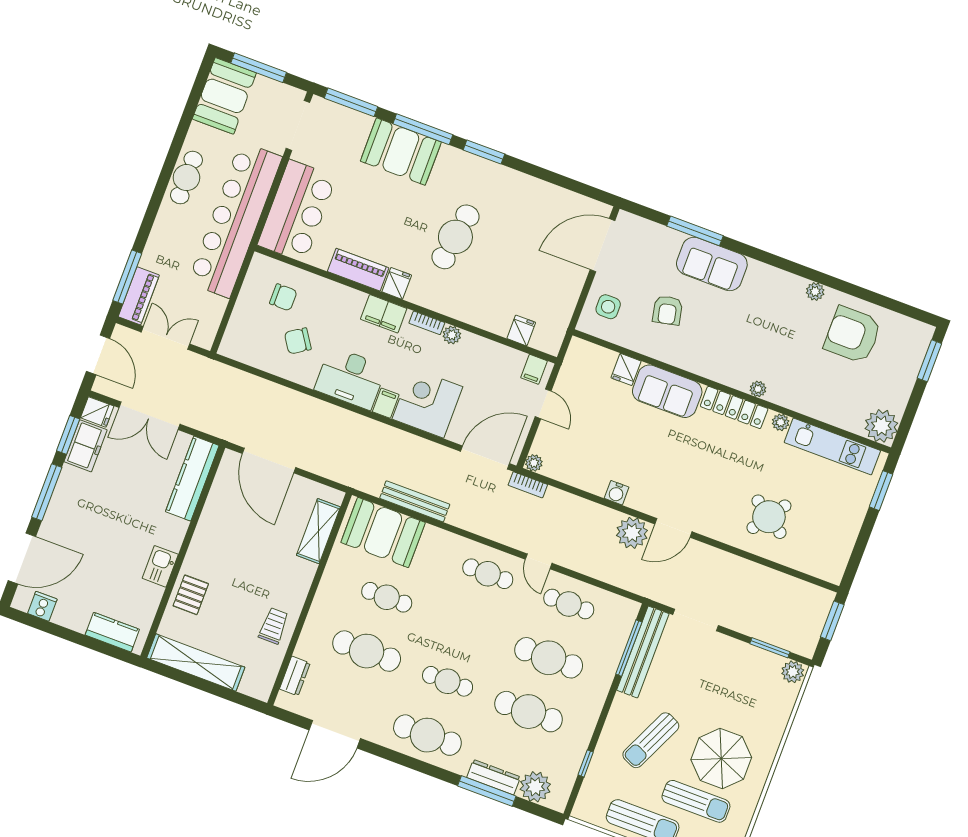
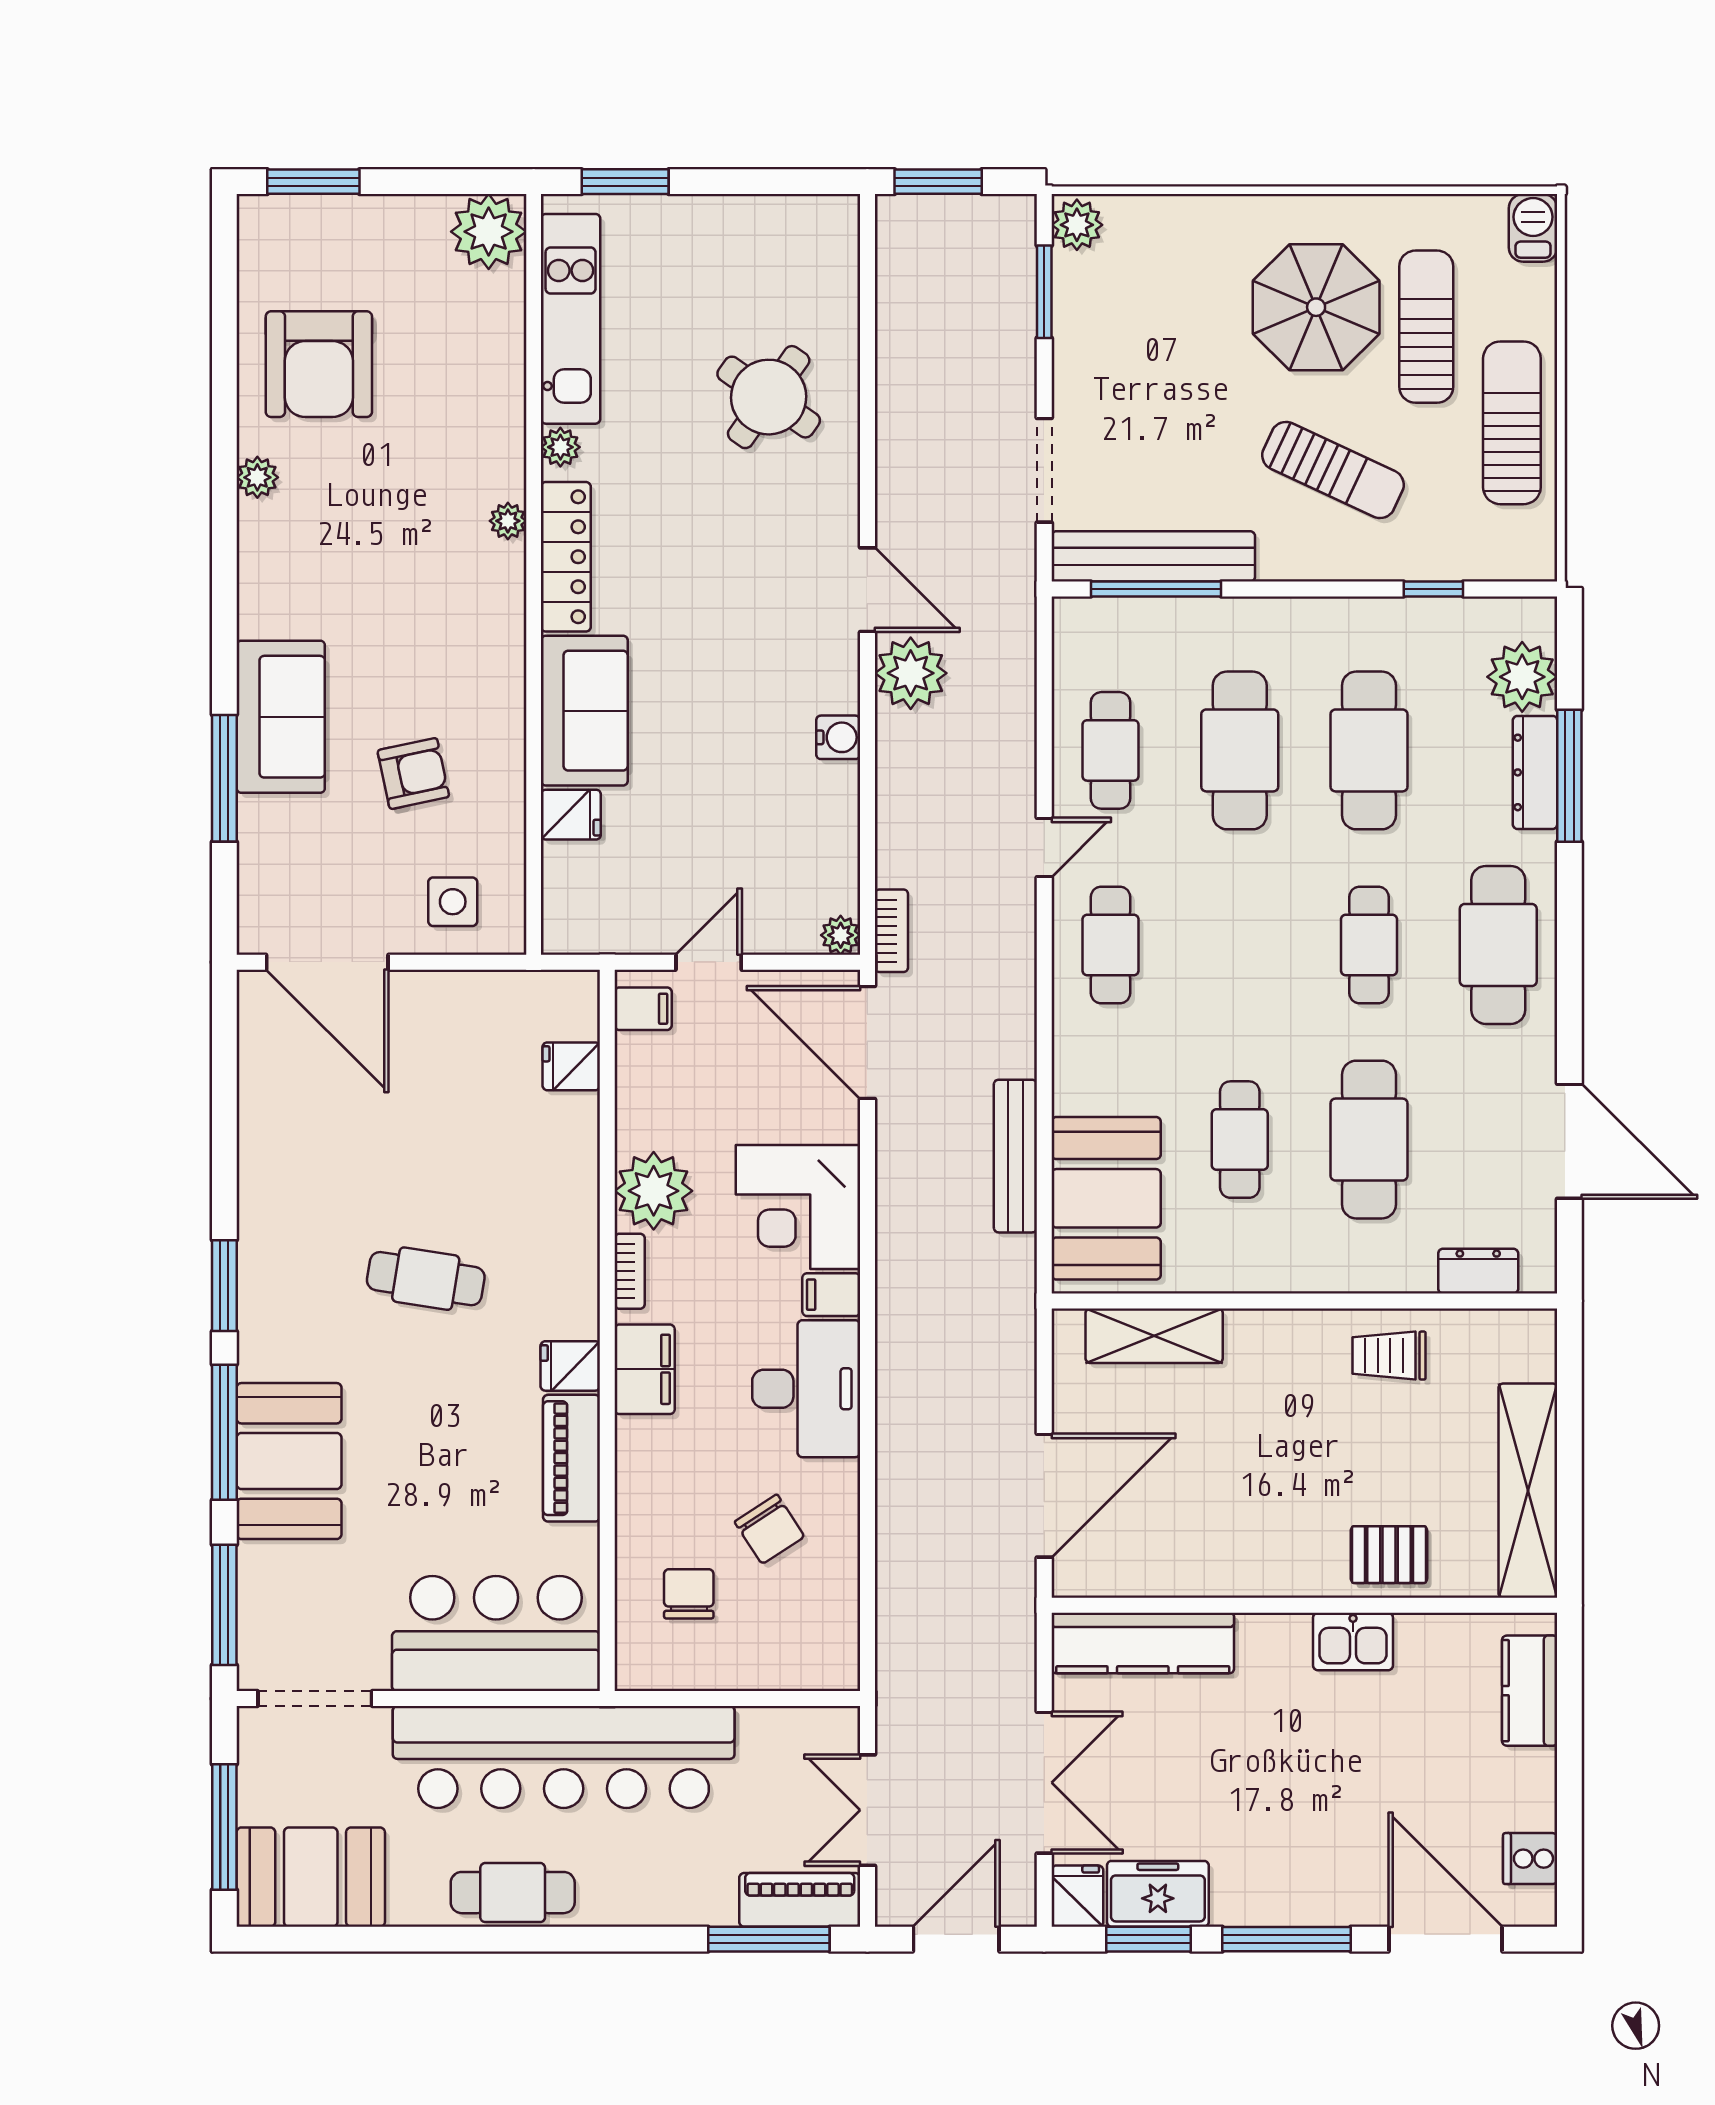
cafe table: (455, 237) -> (426, 1279), width x0.73, depth x0.74
plant: (452, 335) -> (654, 1191), width x1.87, depth x1.87

